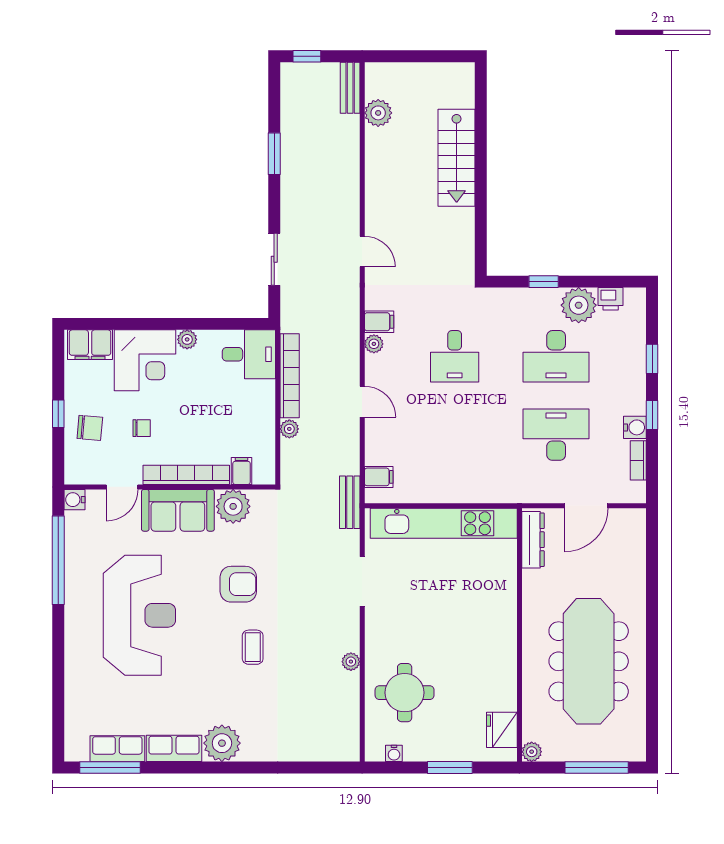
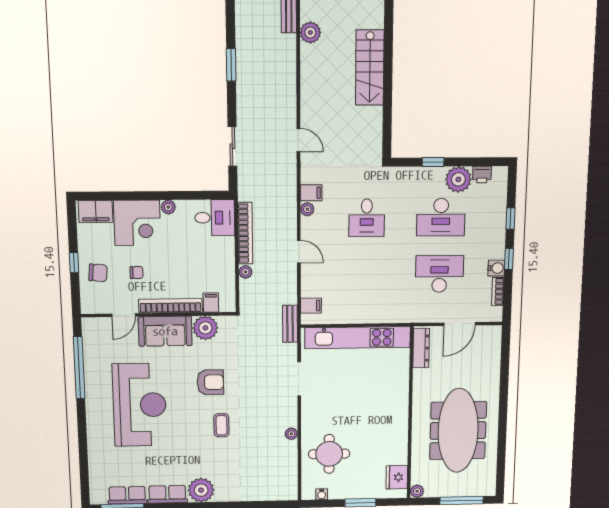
water cooler: (74, 500) -> (89, 325), removed

